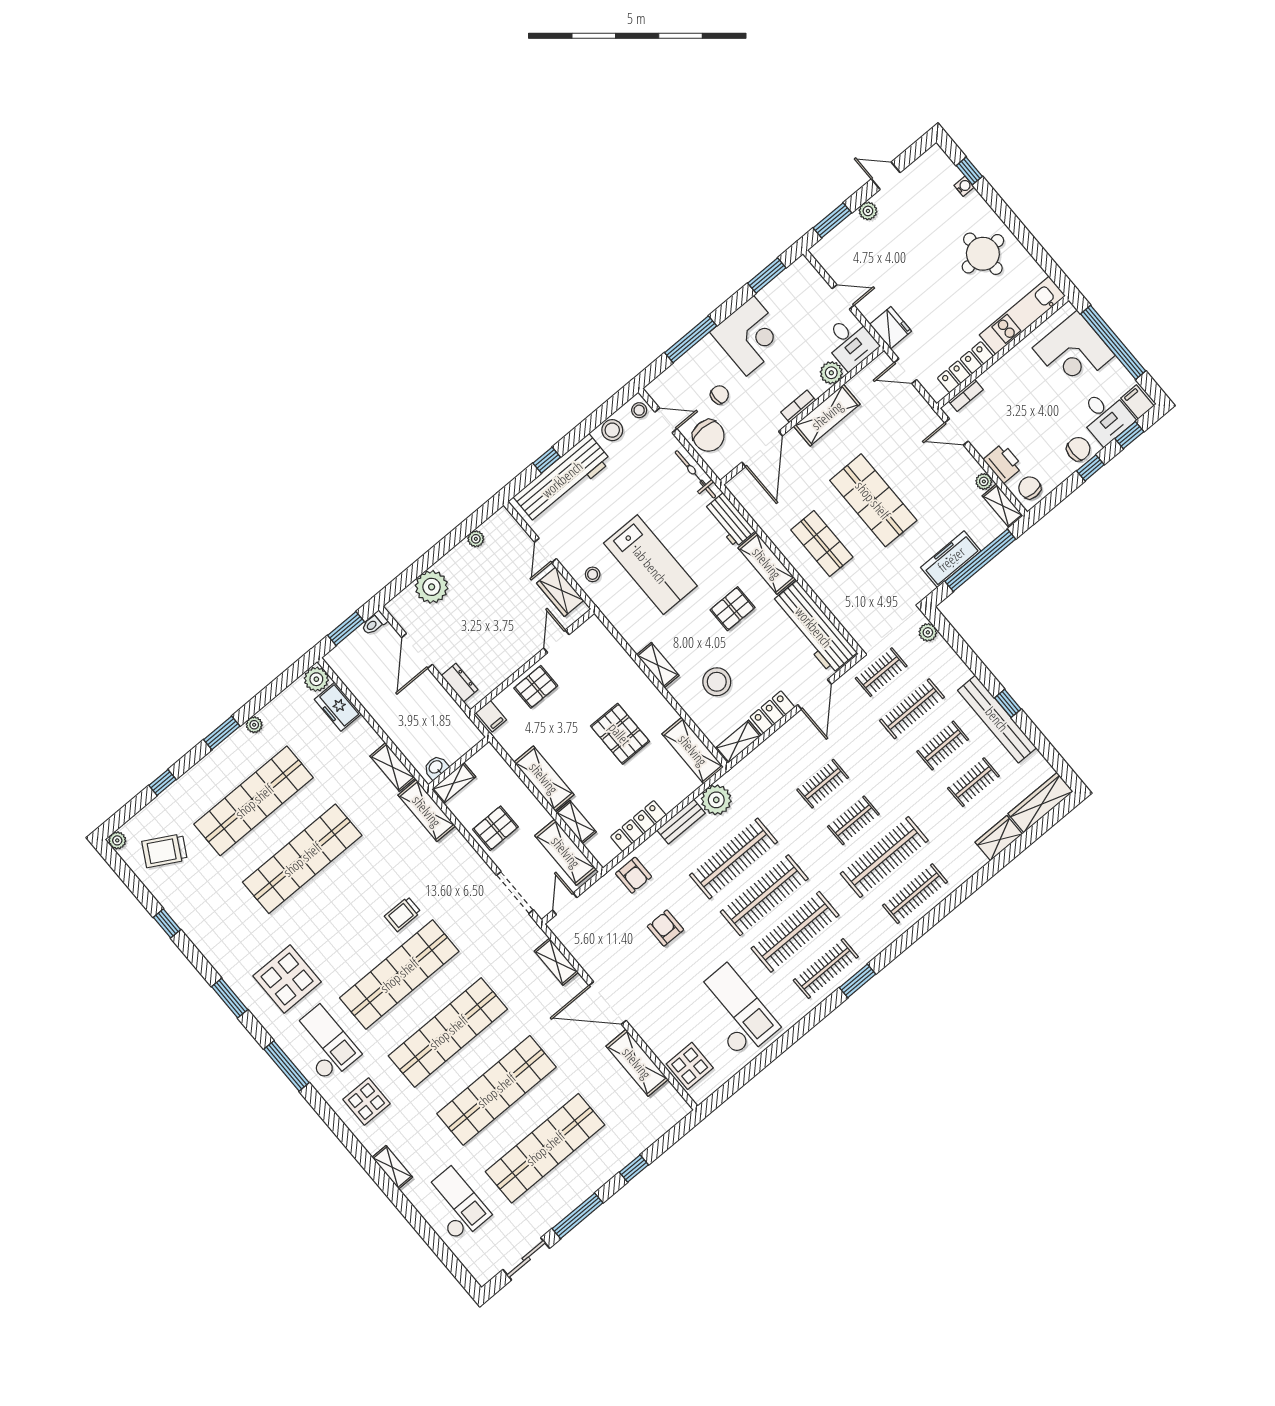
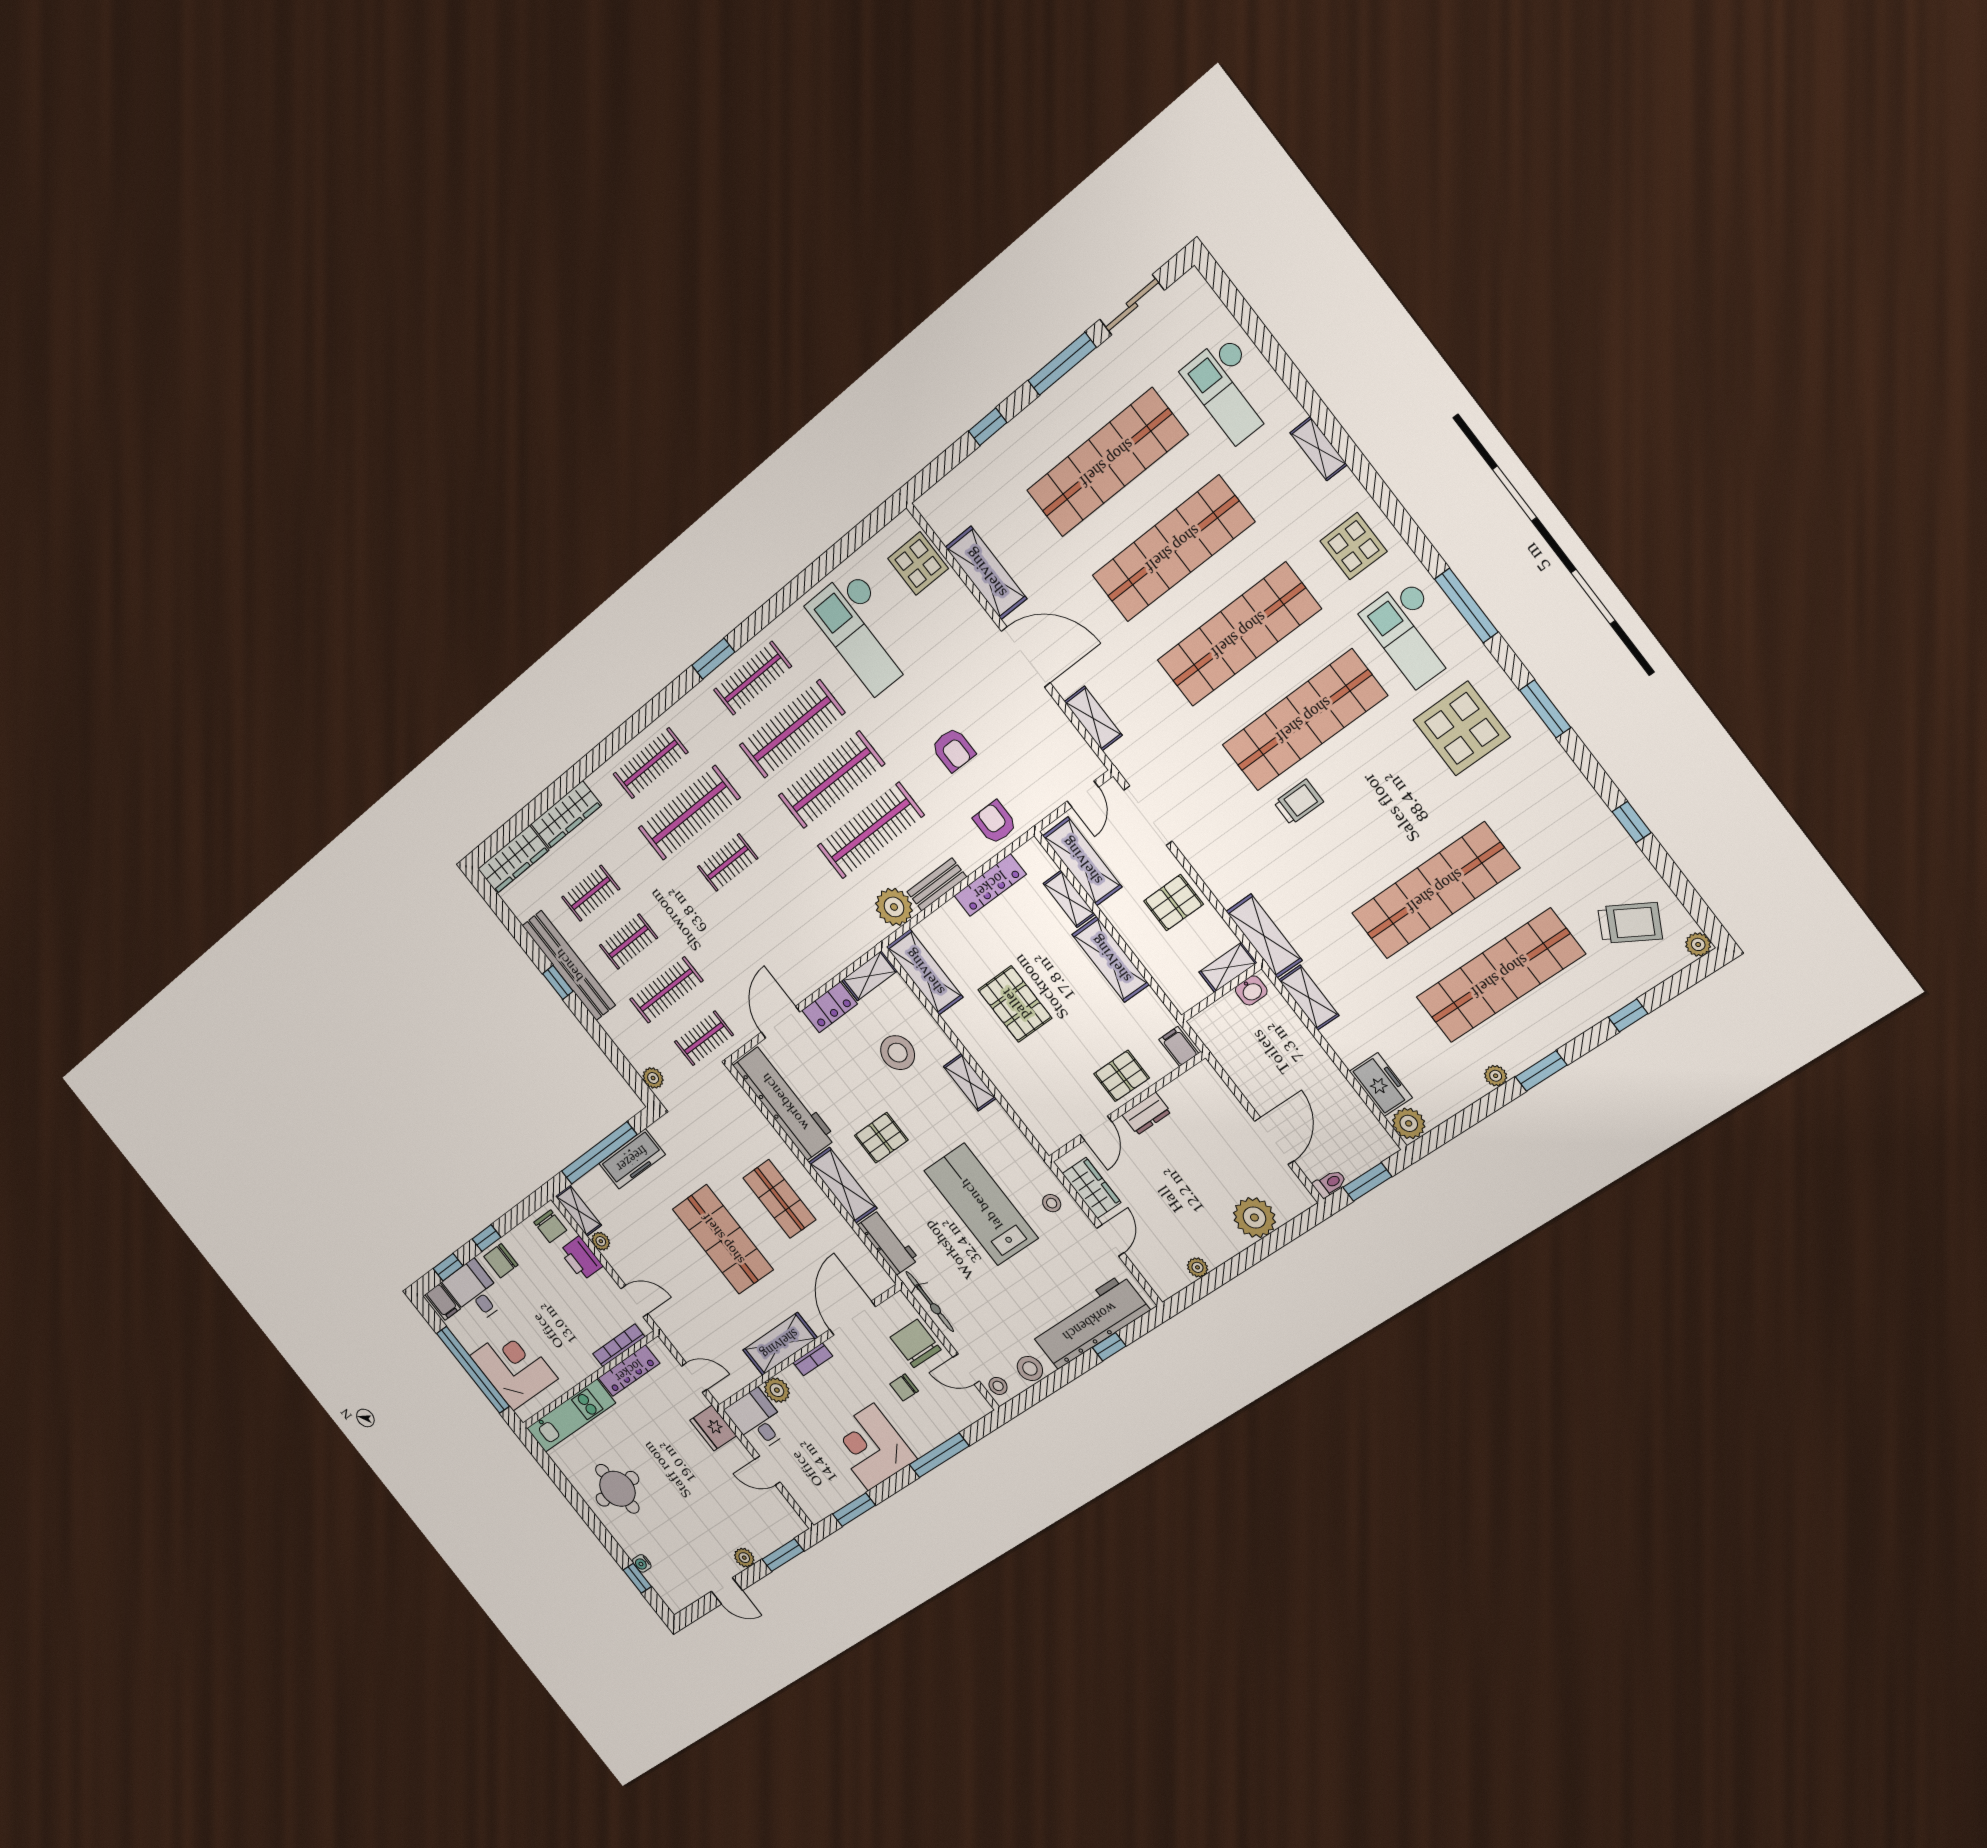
bookcase: (966, 395) -> (619, 1345), width x1.56
dresser: (460, 683) -> (1146, 1114), moved, turned -90
clothes rail: (823, 784) -> (766, 912), removed
wardrobe: (999, 838) -> (566, 815), width x1.50

